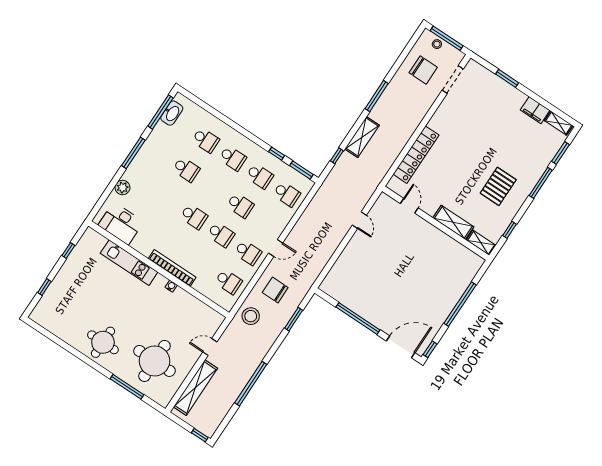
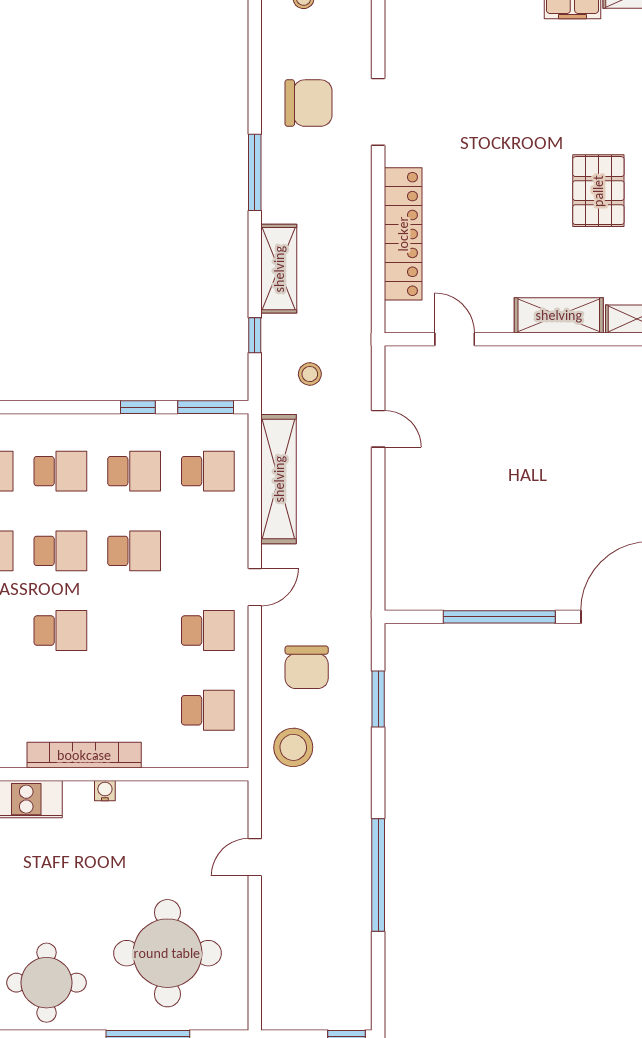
chair: (423, 70) -> (308, 103), moved
doorway: (453, 80) -> (378, 112), moved
stool: (348, 183) -> (310, 374), added
school desk: (221, 235) -> (60, 551), moved
chair: (275, 290) -> (307, 667), turned -90
shelving: (195, 388) -> (279, 479), moved

